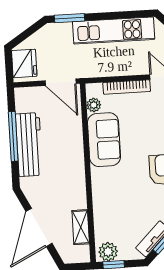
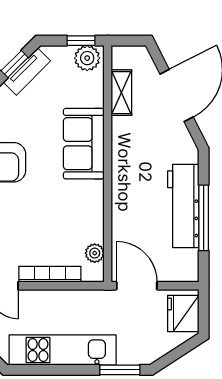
sofa: (104, 140) -> (84, 144), moved

